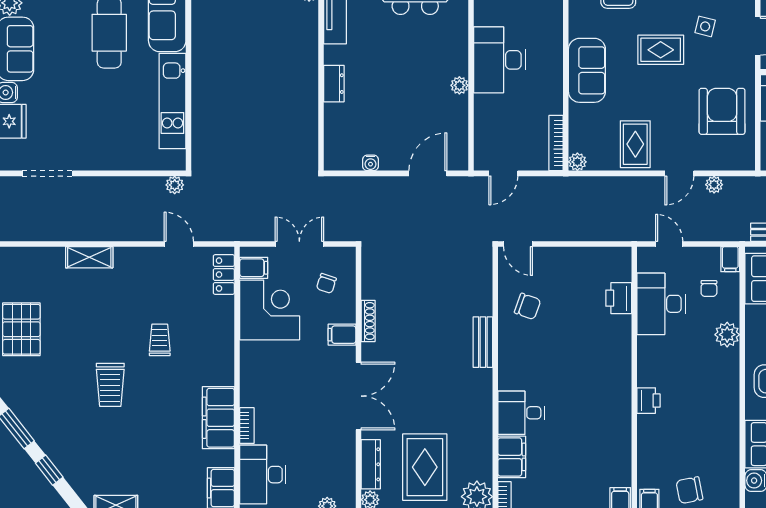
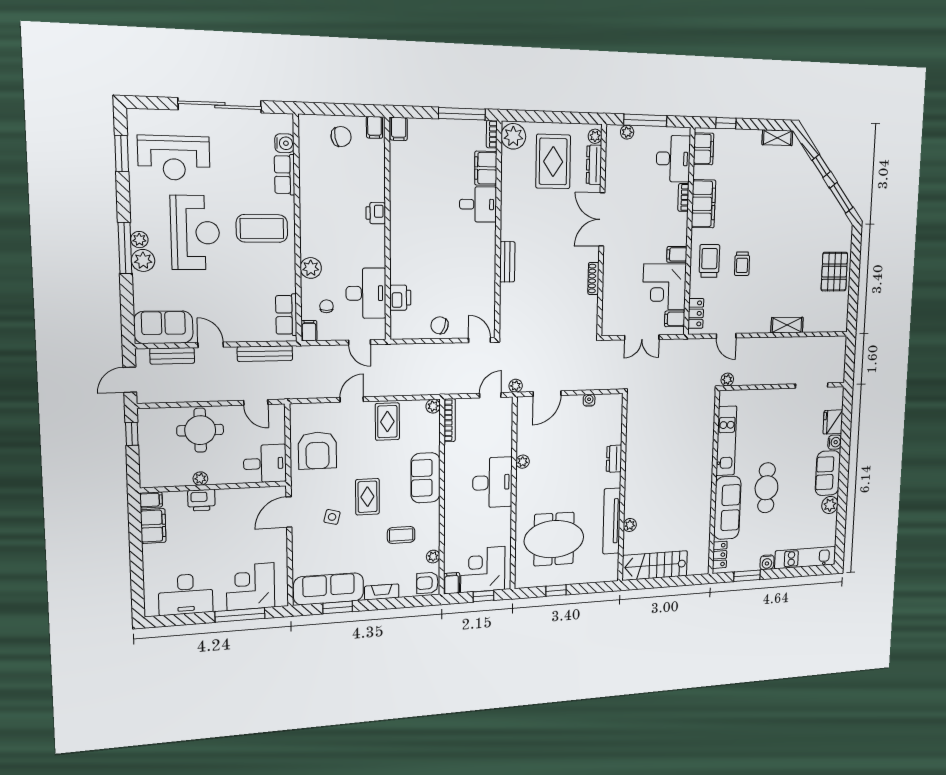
rug: (661, 50) -> (367, 497), turned 90
plant: (714, 185) -> (516, 386), moved
chair: (326, 283) -> (623, 307), removed
chair: (528, 306) -> (440, 325), moved
filing cabinet: (342, 335) -> (677, 254), moved, turned 180
trolley: (110, 385) -> (709, 261), moved

